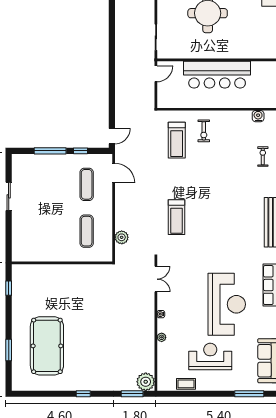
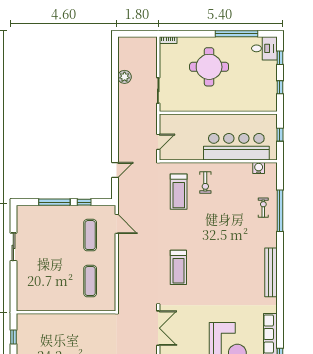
door: (156, 74) -> (158, 142), moved
bar counter: (217, 75) -> (236, 147), moved, turned 180
door: (112, 136) -> (115, 170), moved
plant: (122, 237) -> (125, 77), moved
double door: (156, 279) -> (158, 328), width x1.37

